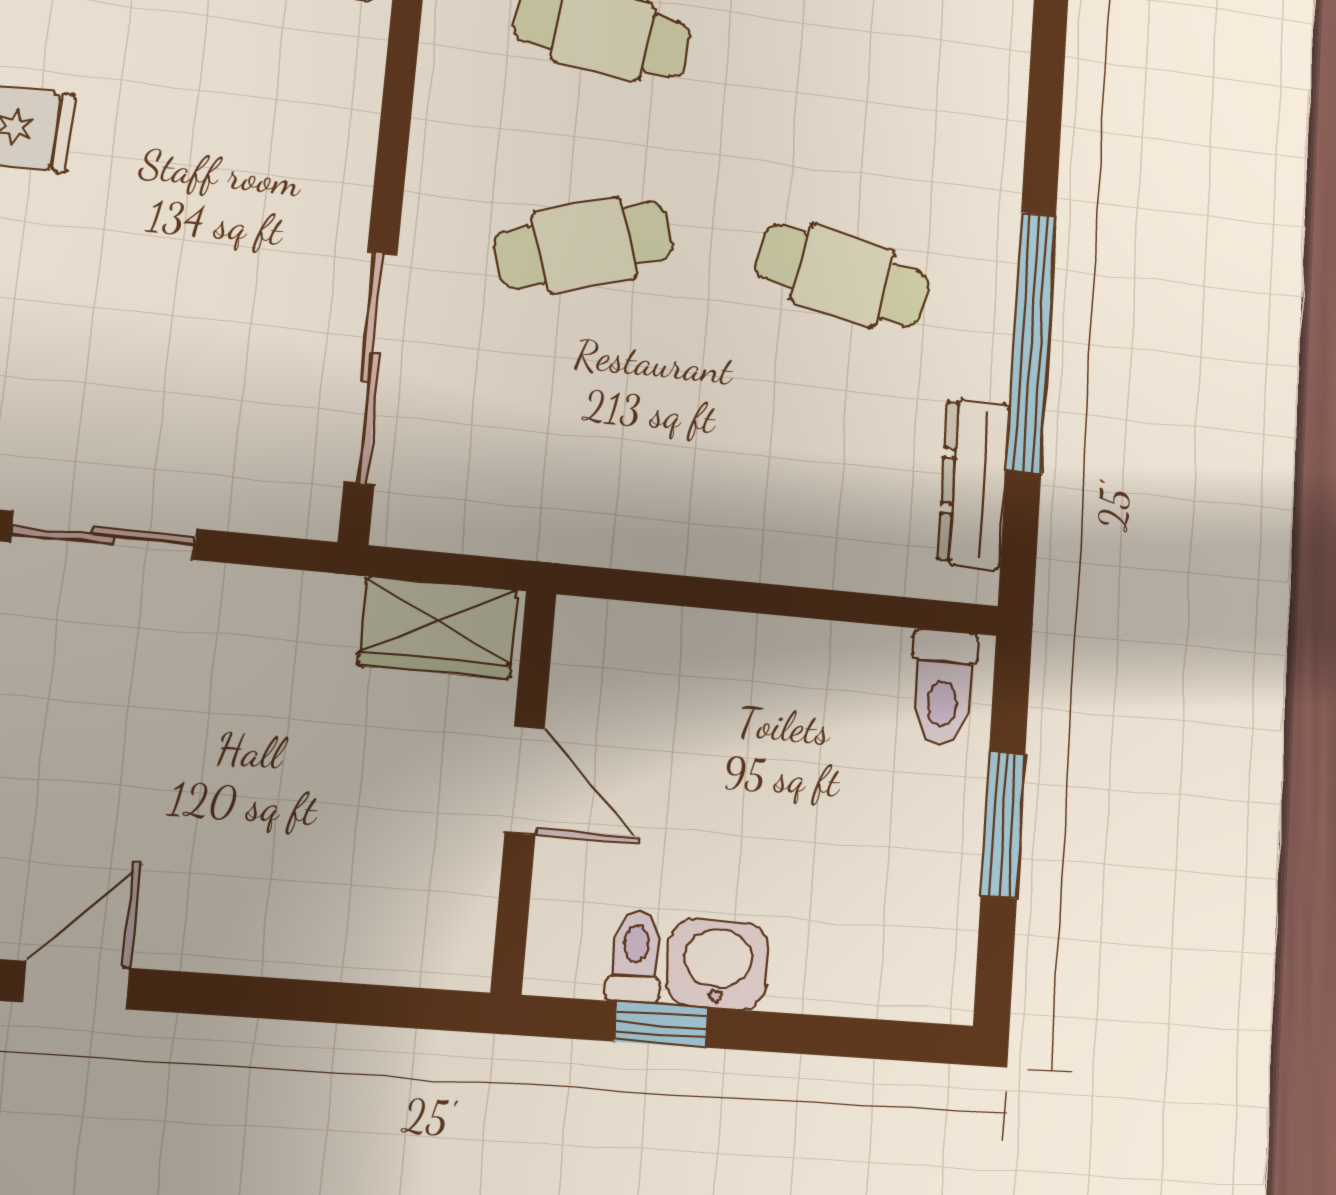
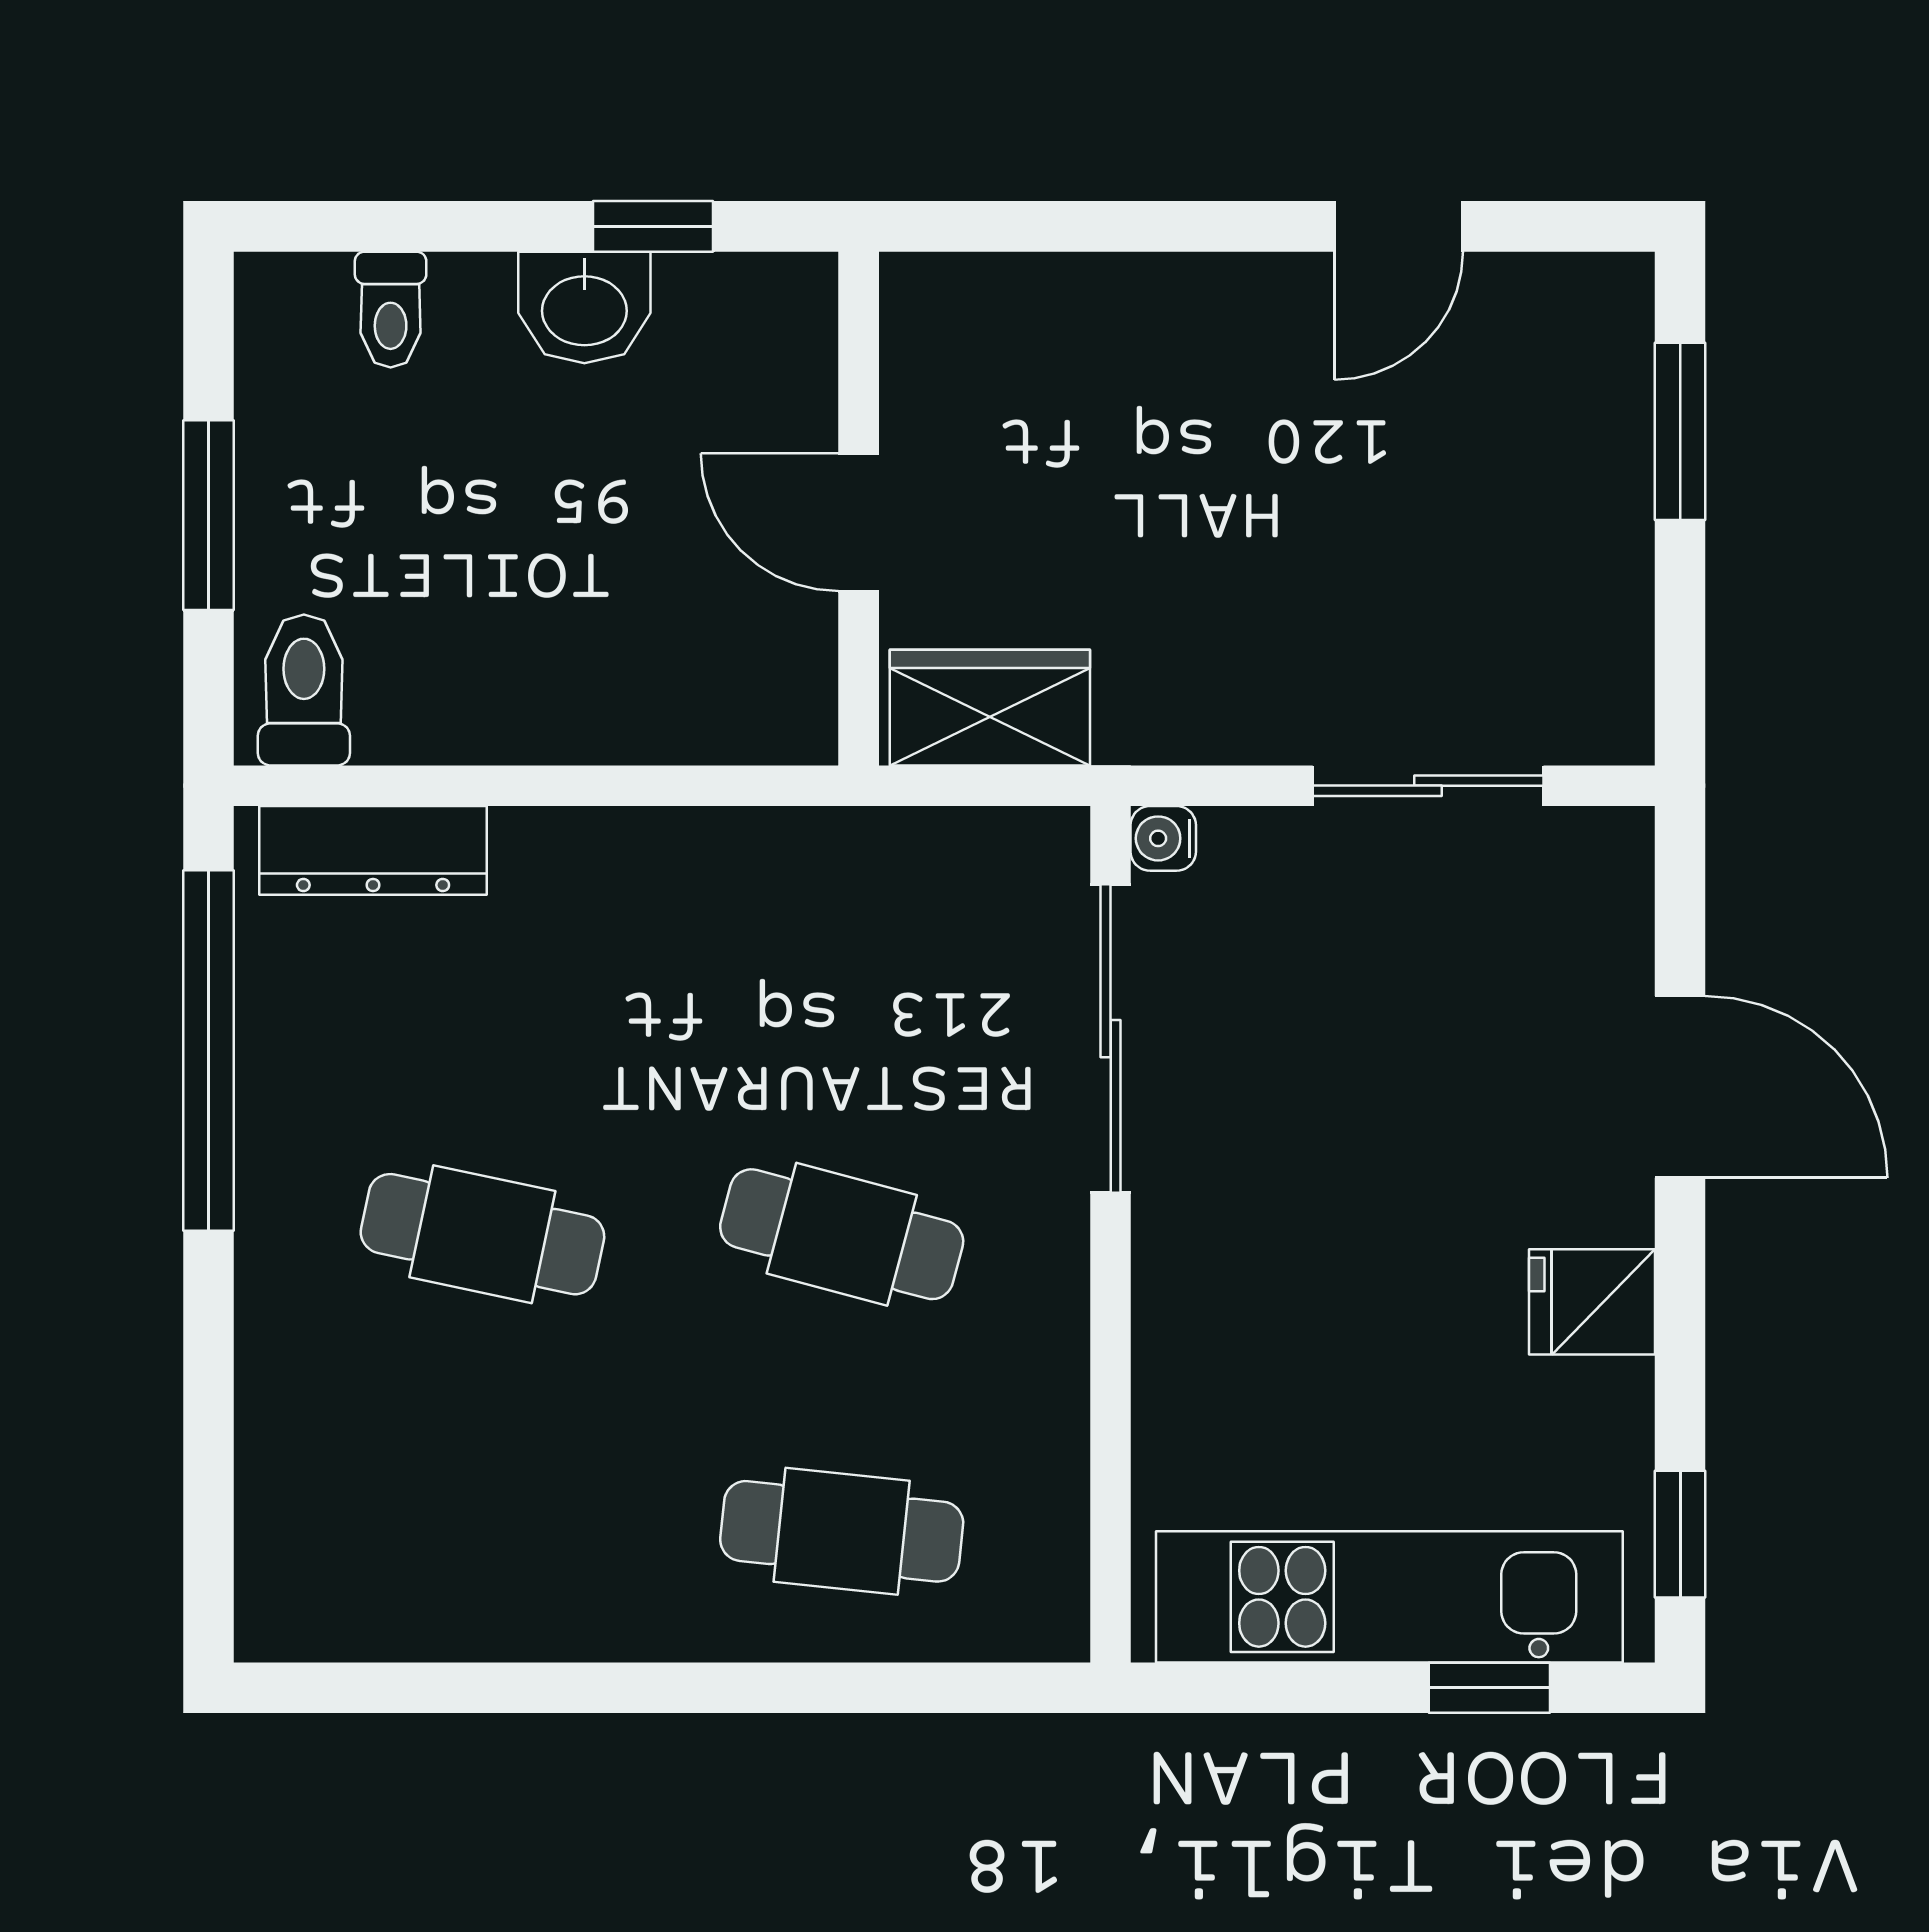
cafe table: (584, 245) -> (842, 1234), turned 33
window: (1031, 342) -> (209, 1051), moved
dresser: (974, 483) -> (373, 850), moved, turned 90
water cooler: (315, 515) -> (1163, 838), added
toilet: (635, 957) -> (391, 310), moved

